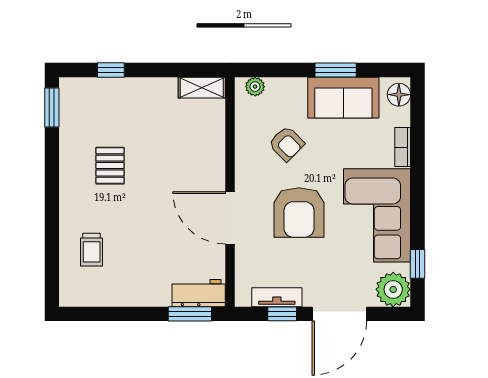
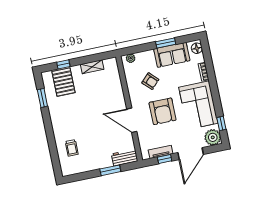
shelving: (202, 88) -> (92, 67), moved
window: (52, 108) -> (42, 98), moved
pallet: (110, 166) -> (64, 82), moved, width x1.50, depth x1.42
window: (190, 314) -> (110, 170), moved

